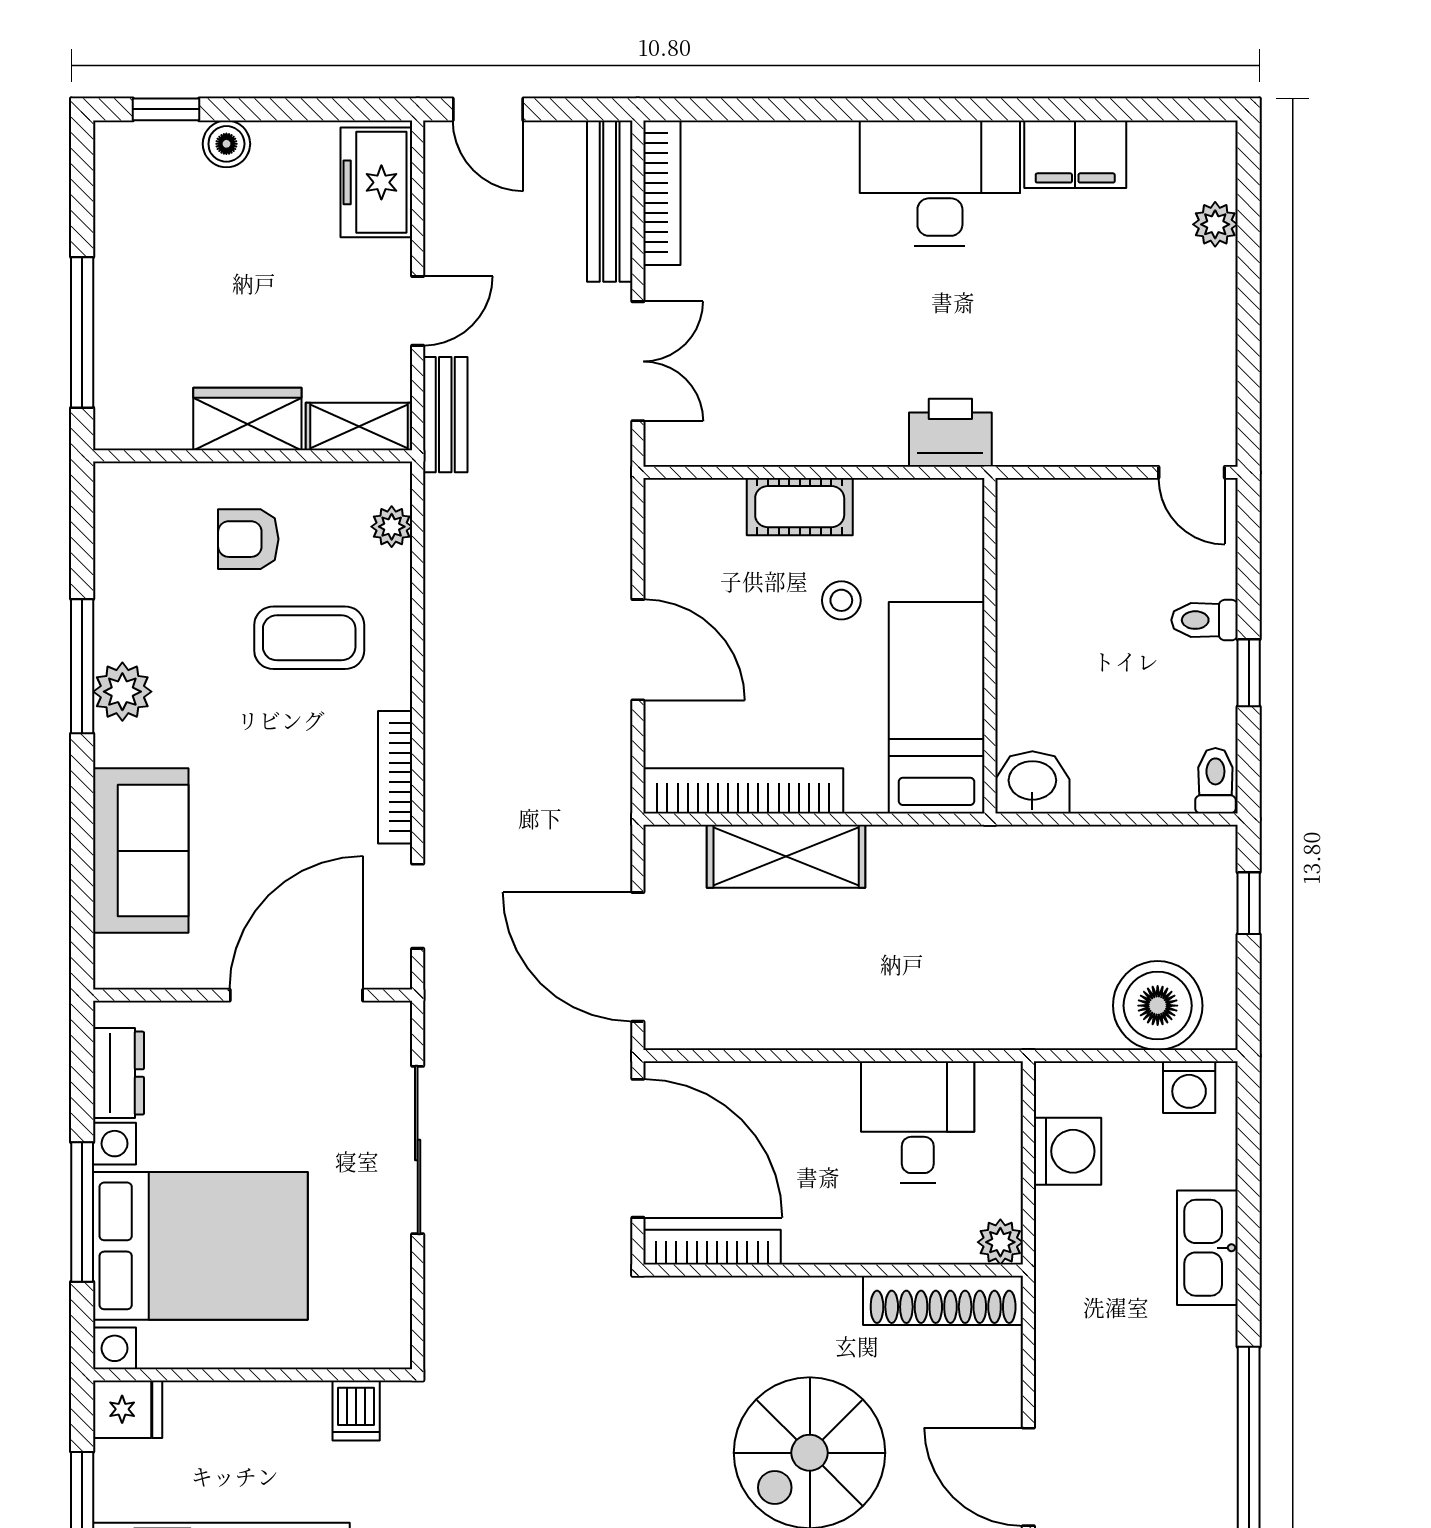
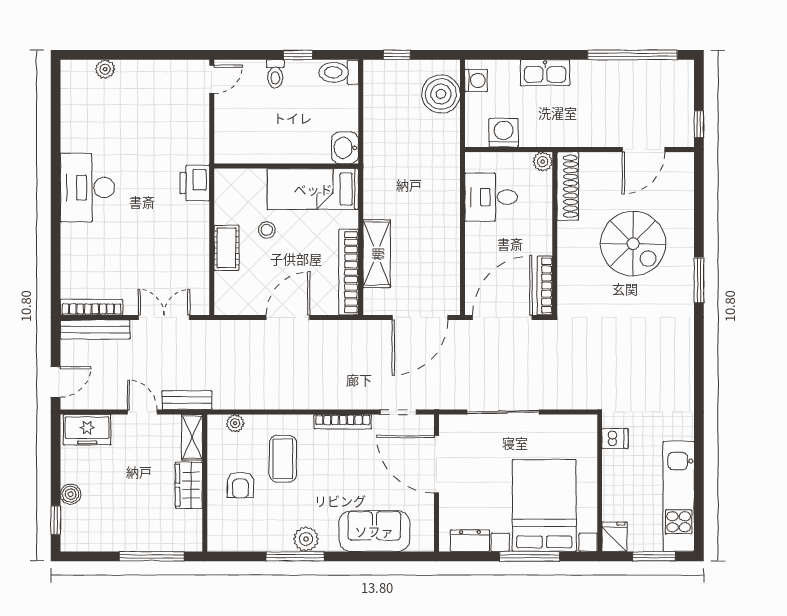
filing cabinet: (1075, 154) -> (75, 129), removed
toilet: (1215, 781) -> (339, 72), width x1.37, depth x1.39

